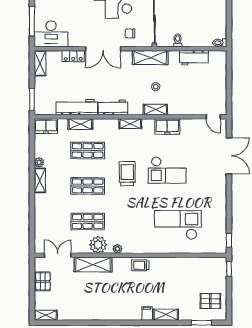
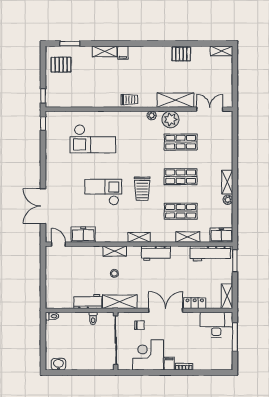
workbench: (194, 58) -> (88, 301), moved
workbench: (77, 107) -> (210, 253), moved
freezer: (167, 127) -> (83, 235), moved
double door: (58, 255) -> (210, 109), swing flipped
pallet: (43, 281) -> (181, 54), moved, turned 90

